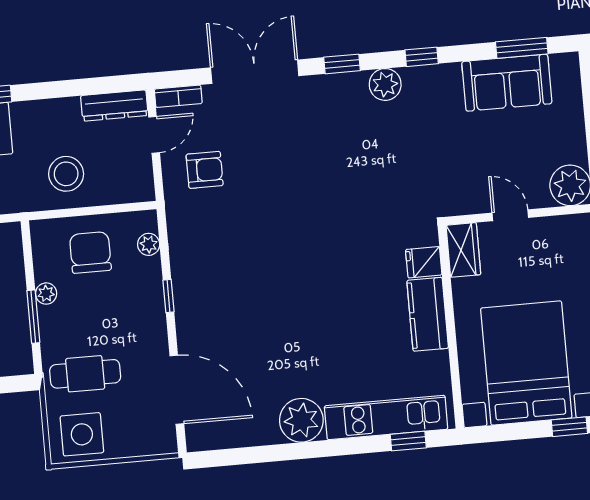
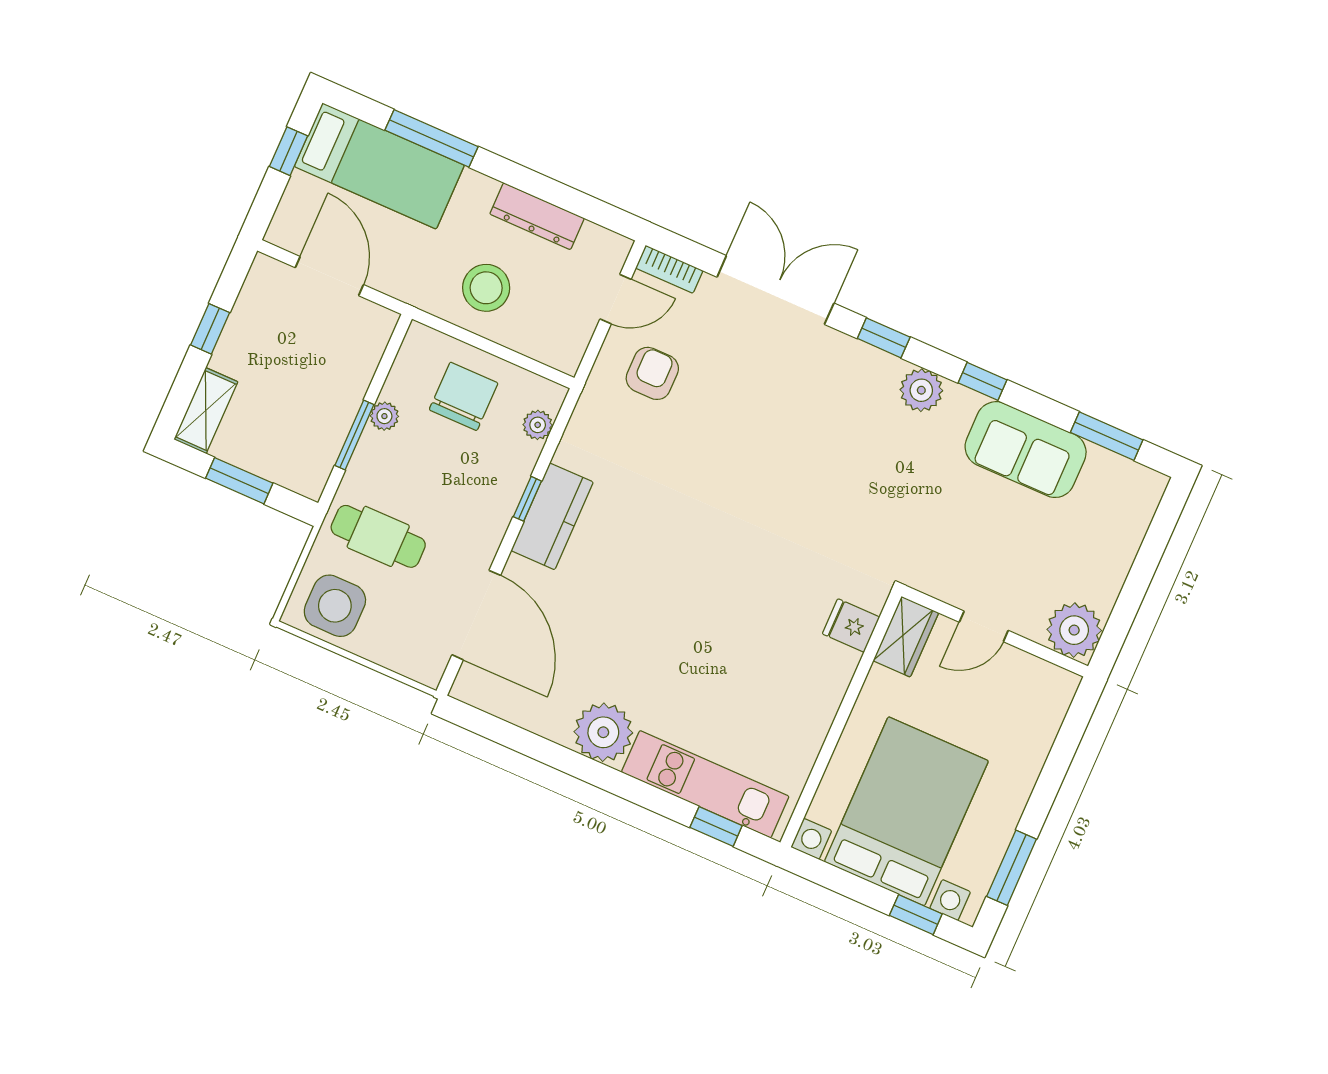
sofa: (507, 83) -> (1026, 450), moved
dresser: (114, 106) -> (537, 216), moved
armchair: (205, 170) -> (652, 373), turned -90
door: (510, 215) -> (984, 626), swing flipped
kitchen counter: (428, 314) -> (552, 516), moved, turned 180

